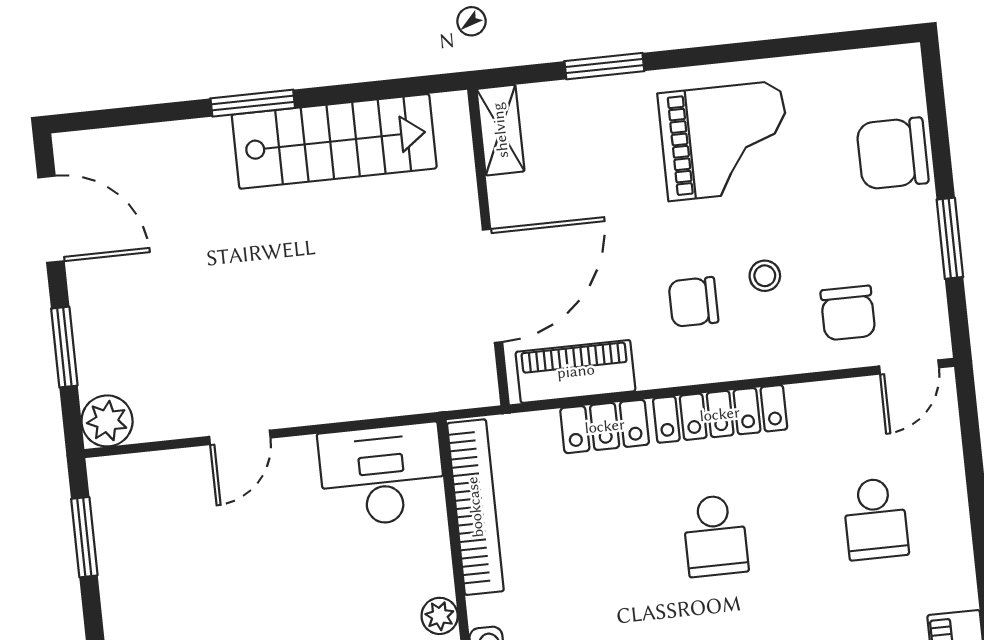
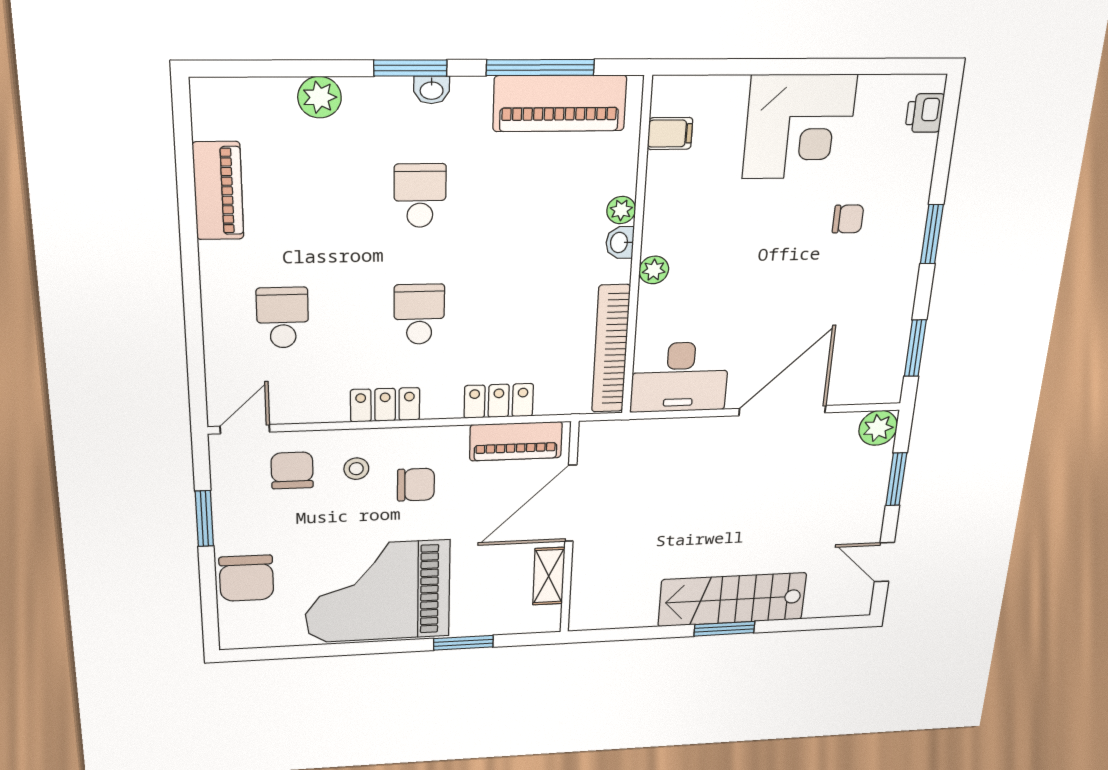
shelving: (500, 130) -> (549, 576), moved
stairs: (334, 141) -> (732, 600), moved
grand piano: (725, 141) -> (378, 592), width x1.37, depth x1.48
chair: (893, 153) -> (246, 578), turned 90
door: (51, 219) -> (884, 562), width x0.73
stool: (765, 276) -> (356, 469), moved
locker: (720, 414) -> (385, 405), width x0.66
door: (240, 437) -> (782, 411), width x1.87

